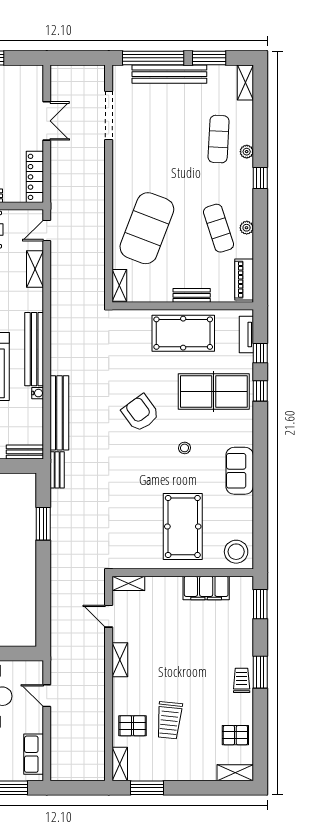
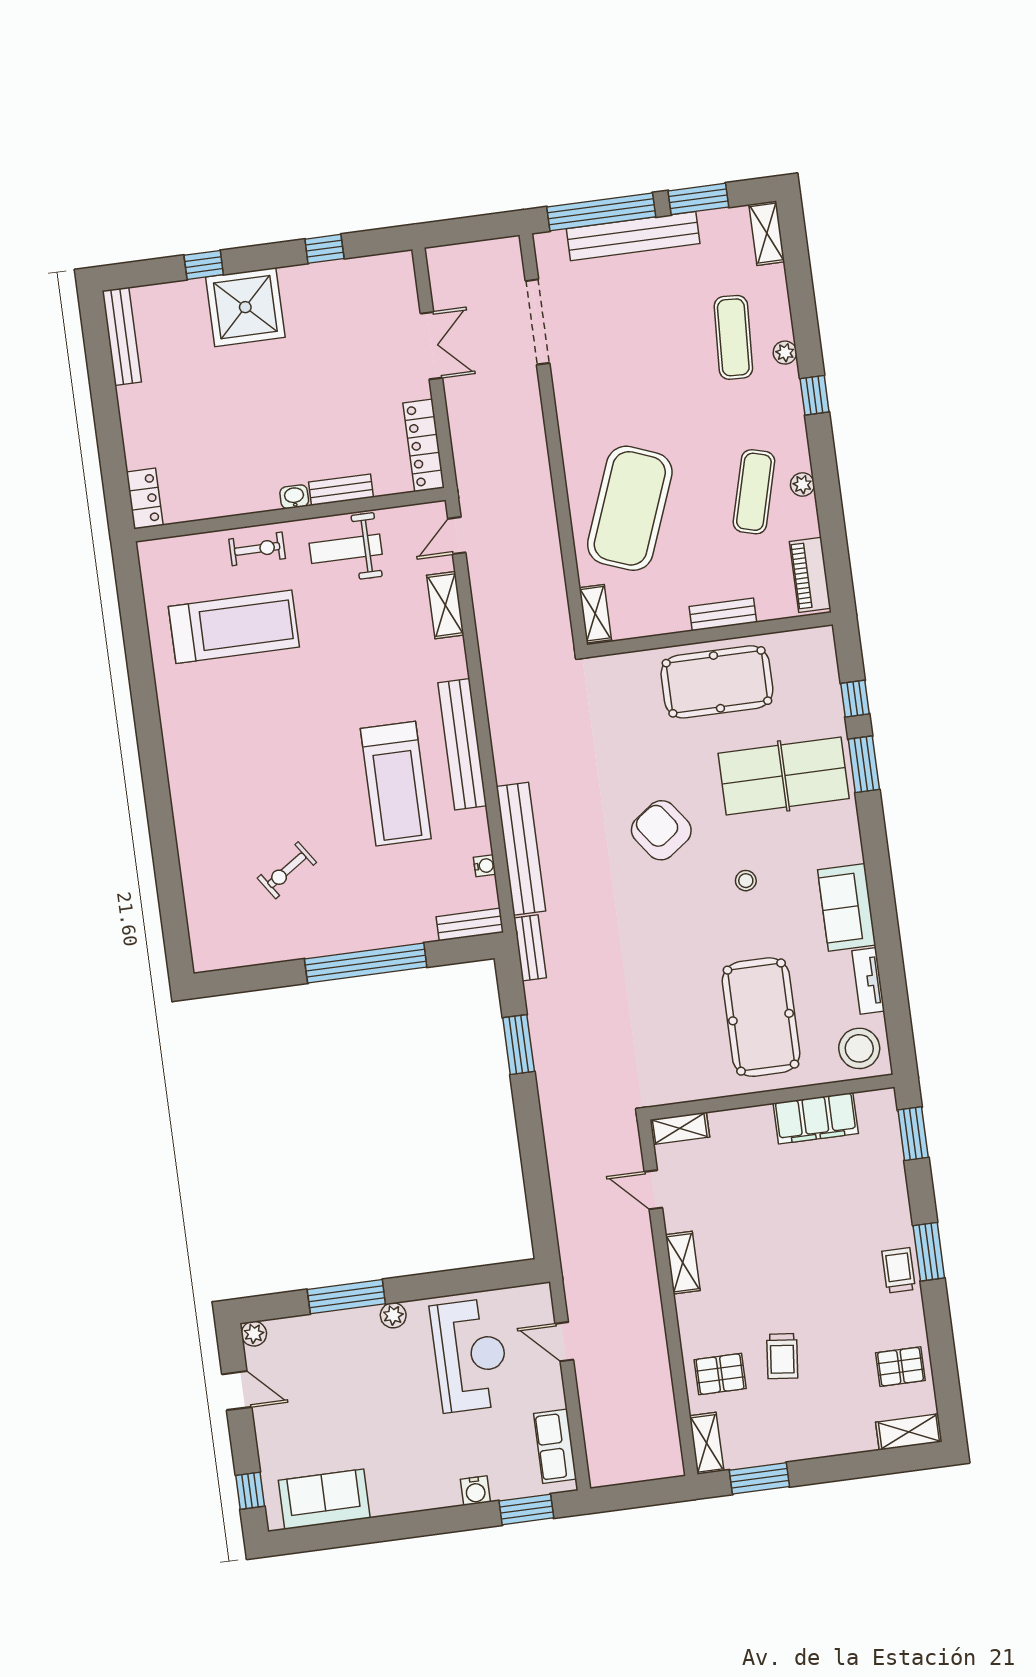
exercise mat: (219, 228) -> (754, 492), turned 33
tv unit: (246, 334) -> (868, 981), moved
window: (260, 391) -> (864, 764), width x1.50
water cooler: (38, 393) -> (485, 866), moved
trolley: (169, 720) -> (782, 1356), width x0.73, depth x0.72

